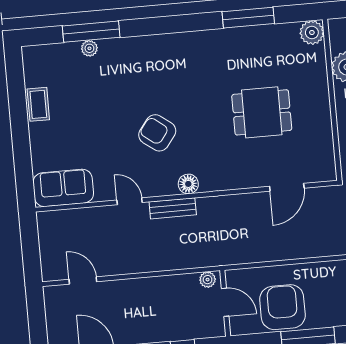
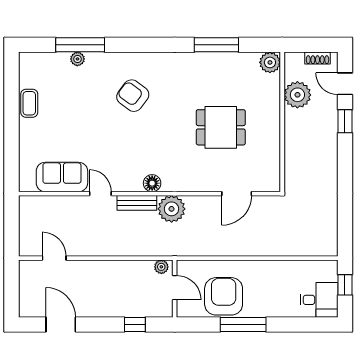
armchair: (157, 133) -> (133, 96), moved
sofa: (63, 188) -> (62, 177), moved
plant: (213, 212) -> (172, 209), added

